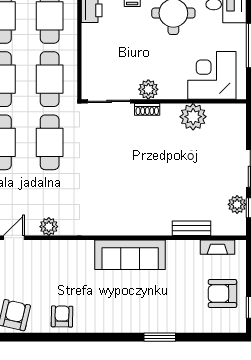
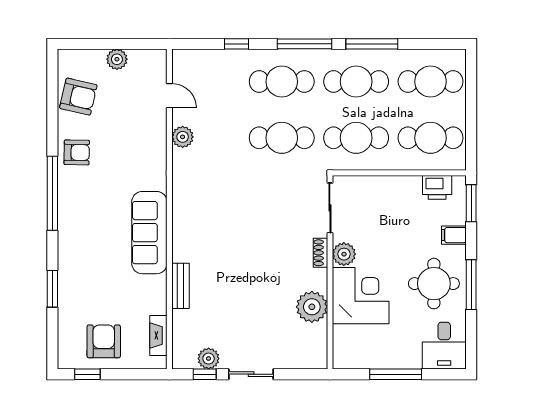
corner desk: (212, 75) -> (361, 296), moved
bench: (192, 228) -> (180, 286), moved
window: (97, 337) -> (52, 193), added
window: (160, 337) -> (52, 289), moved

